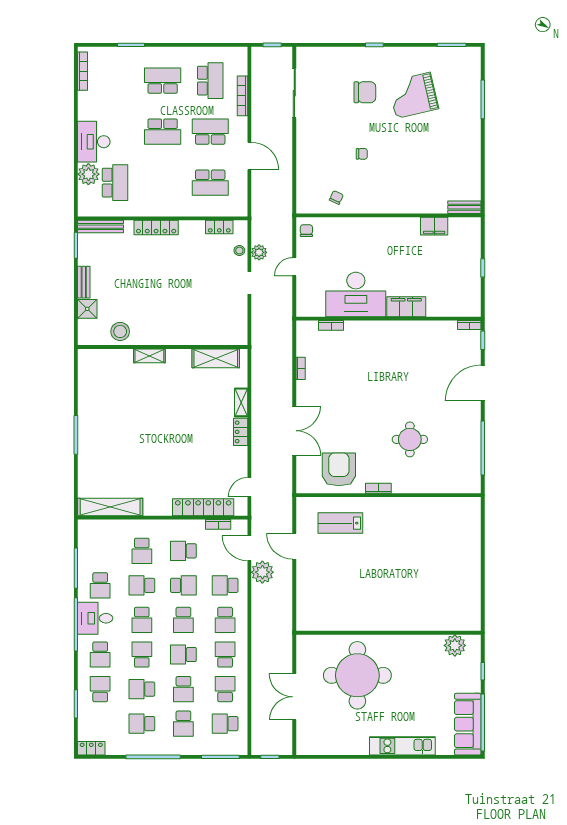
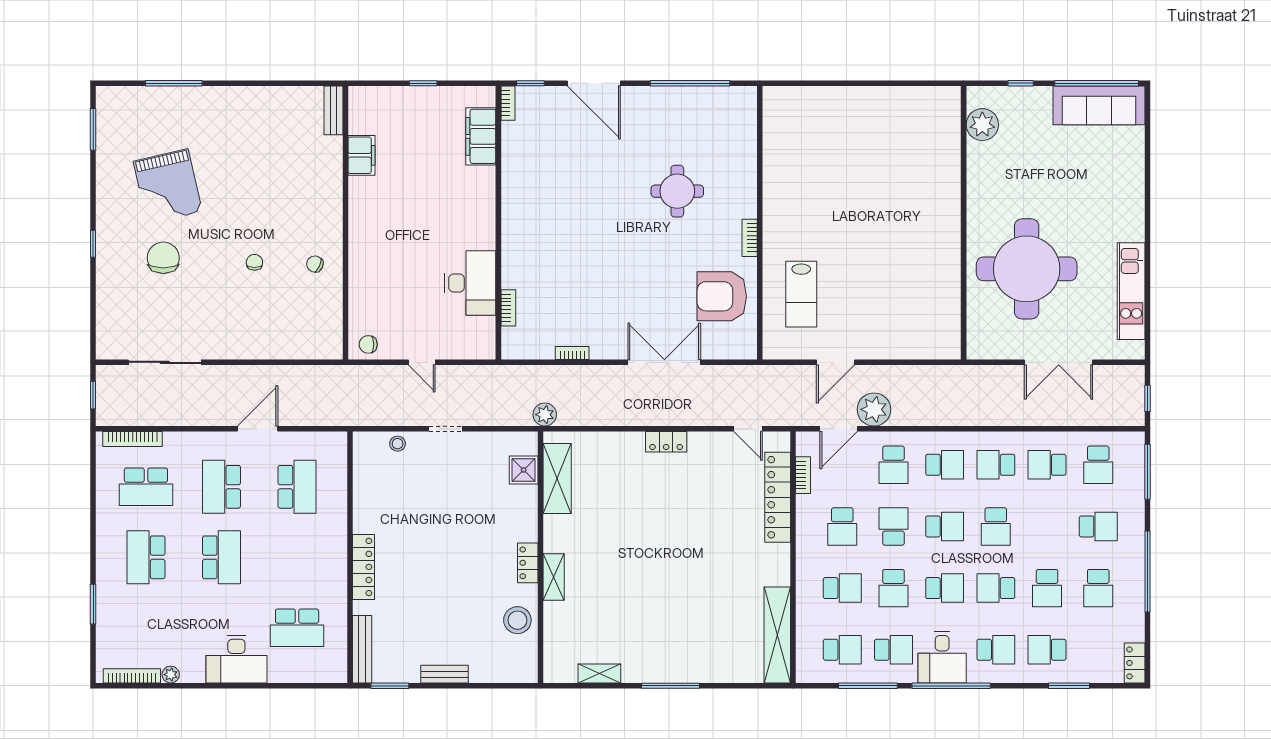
school desk: (210, 81) -> (146, 487), turned 180
bookcase: (242, 96) -> (133, 439), moved
plant: (88, 174) -> (171, 675), moved, width x0.53, depth x0.53
school desk: (115, 183) -> (297, 628), turned 180
chair: (336, 197) -> (315, 264), moved
locker: (219, 227) -> (528, 563), moved, turned 180
plant: (259, 252) -> (545, 415), moved
desk: (356, 294) -> (470, 283), width x0.73, depth x0.77
filing cabinet: (406, 307) -> (481, 136), moved
shower: (87, 309) -> (524, 470), moved
shelving: (241, 402) -> (599, 674), moved
school desk: (183, 689) -> (842, 650), moved
kitchen unit: (402, 746) -> (1131, 291), moved

